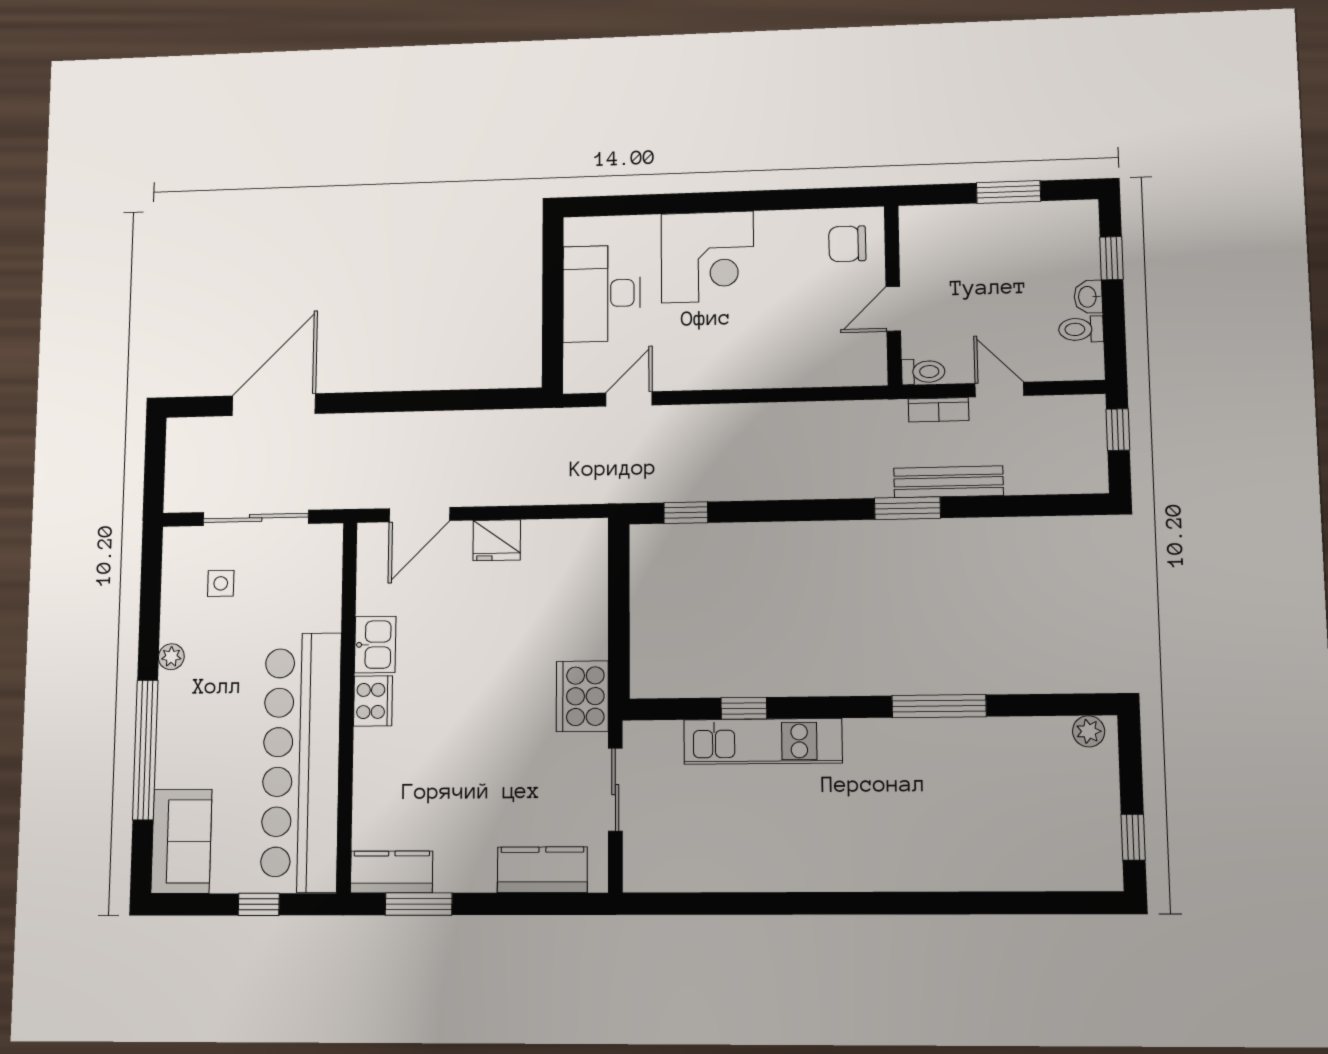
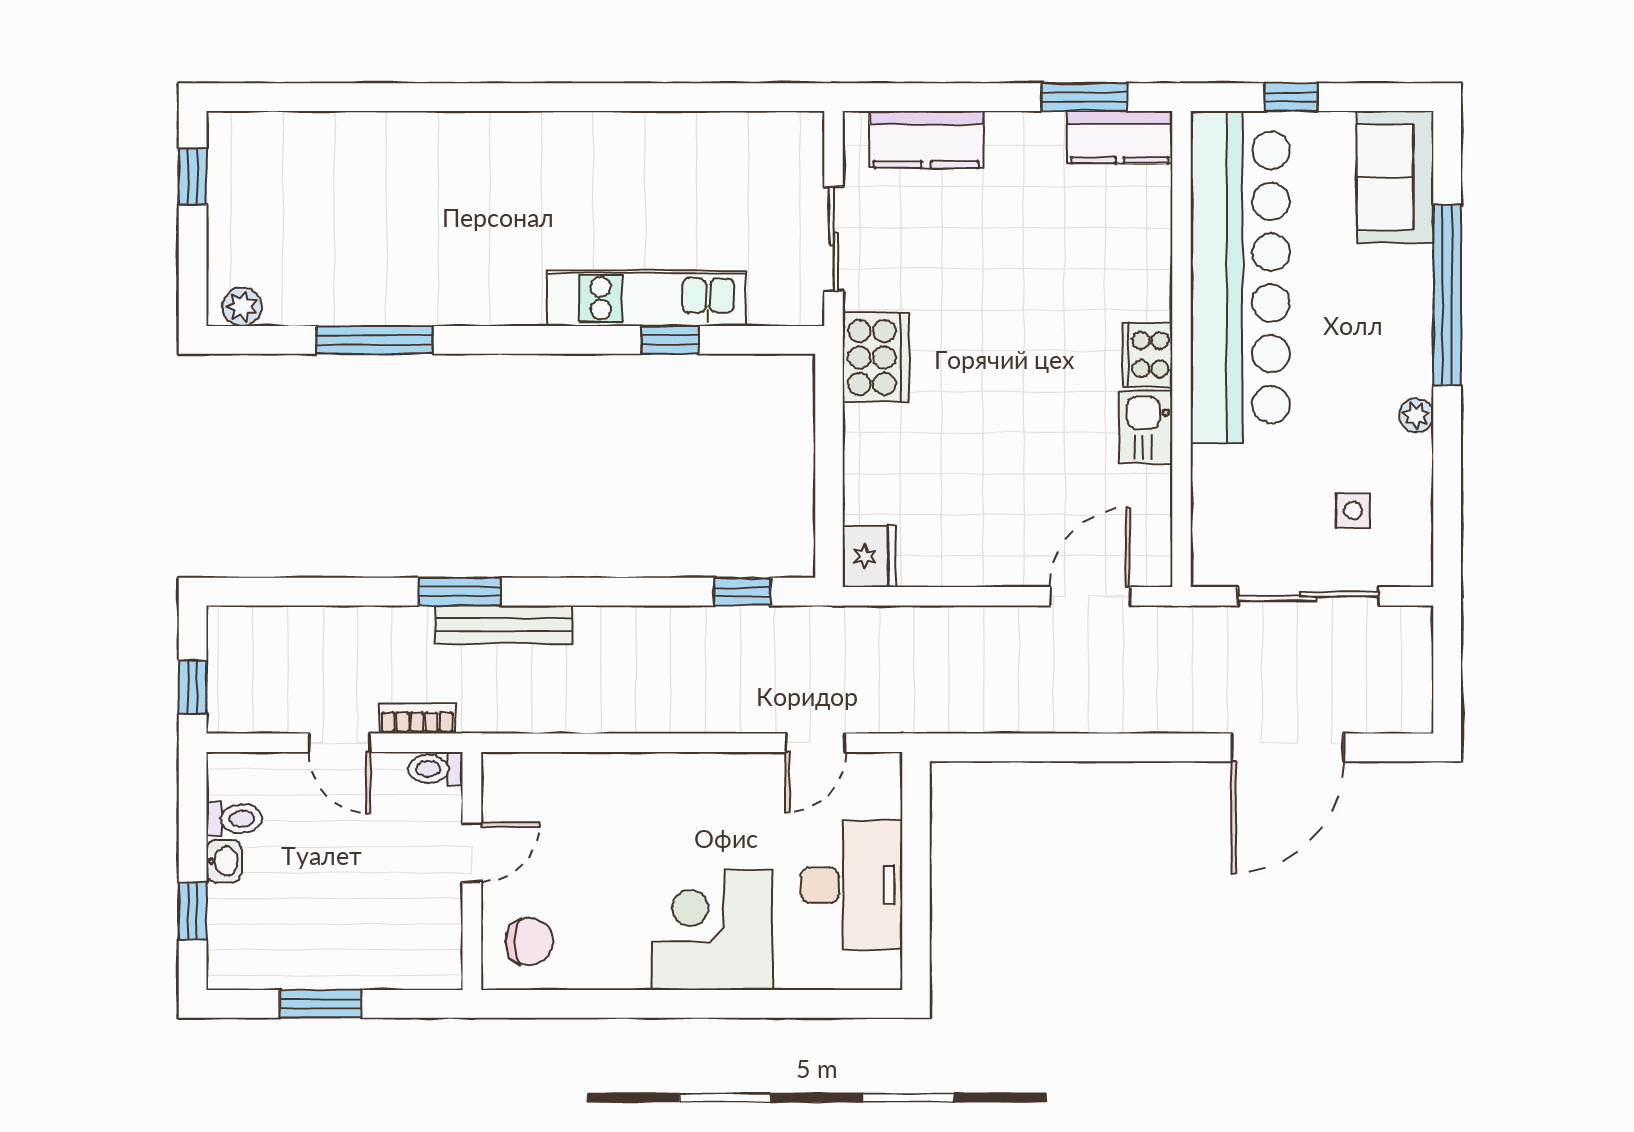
bench: (948, 482) -> (504, 625), moved
fridge: (497, 540) -> (869, 556), moved, turned 90
window: (939, 706) -> (375, 340), moved

